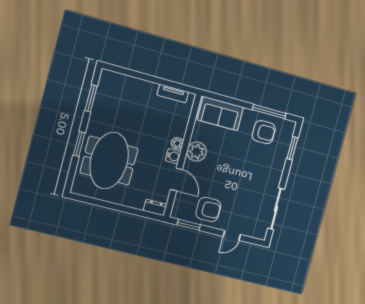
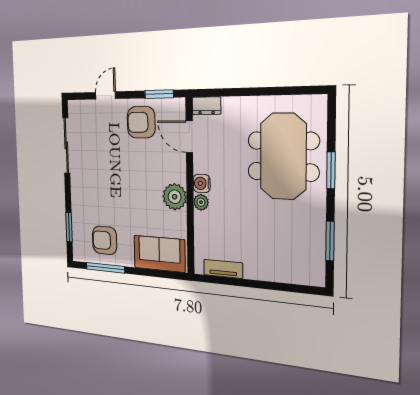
door: (176, 180) -> (189, 137), moved

